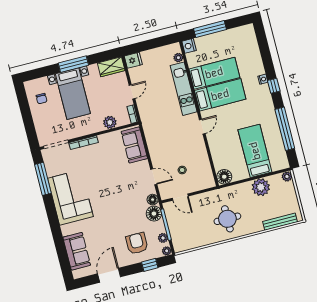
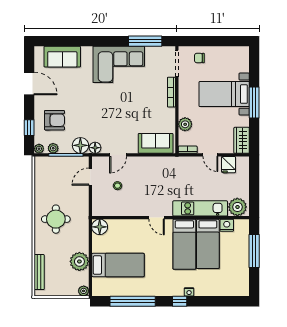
nightstand: (189, 46) -> (227, 225), moved
plant: (178, 58) -> (237, 207), width x1.88, depth x1.88
fridge: (133, 60) -> (229, 165), moved
chair: (42, 99) -> (199, 58), moved

